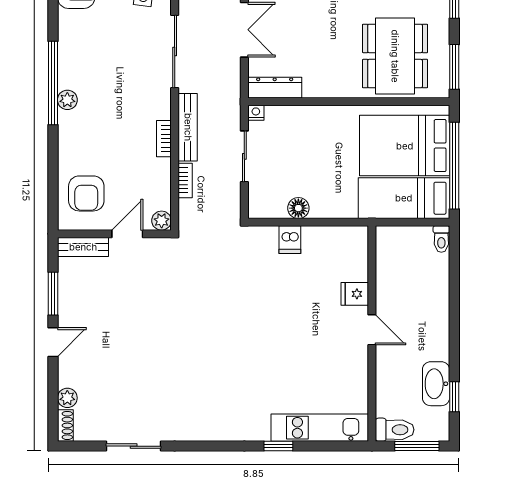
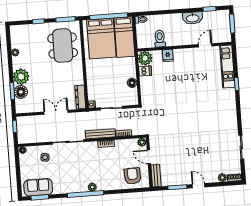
dining table: (395, 56) -> (63, 46), turned 90
armchair: (86, 193) -> (133, 176), turned -93
dishwasher: (290, 240) -> (145, 71), moved
plant: (352, 242) -> (145, 58), added
door: (372, 330) -> (205, 45), moved
washbasin: (436, 384) -> (193, 18), moved
toilet: (395, 430) -> (160, 39), moved

